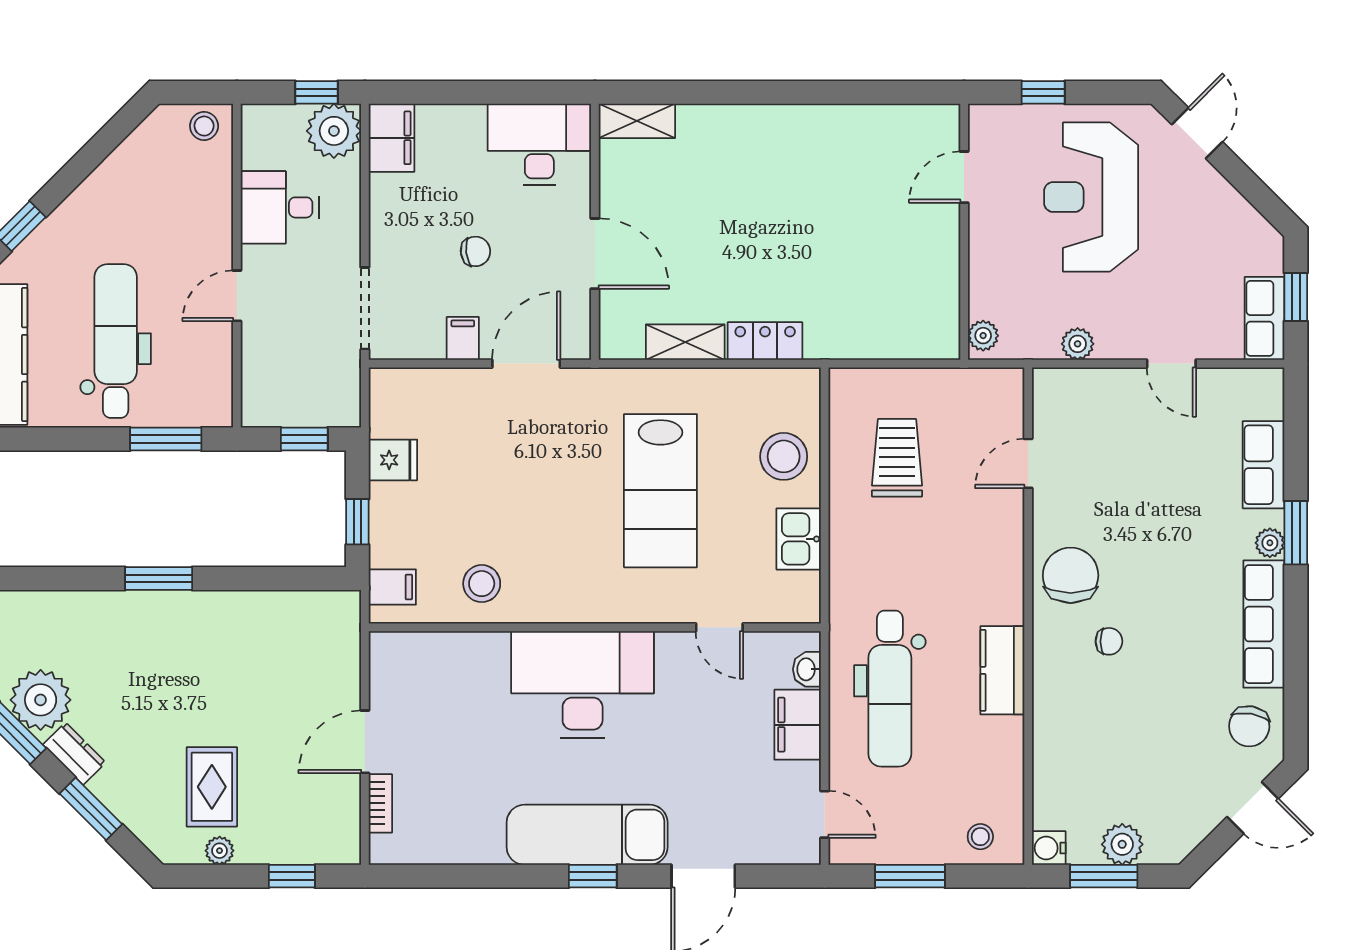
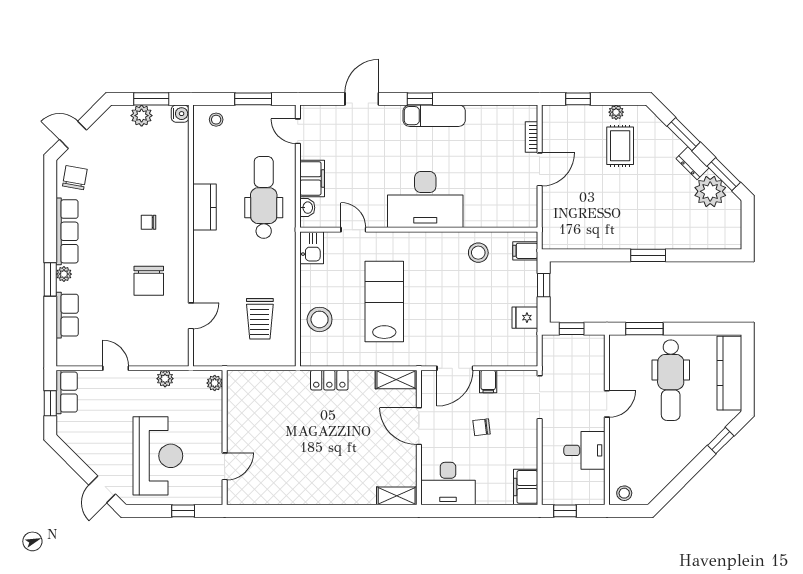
plant: (334, 131) -> (556, 491), removed
shelving: (685, 342) -> (396, 380), moved
kitchen sink: (799, 539) -> (312, 248), moved
chair: (1071, 575) -> (149, 281), moved
exam couch: (587, 835) -> (434, 116), width x0.73, depth x0.69

